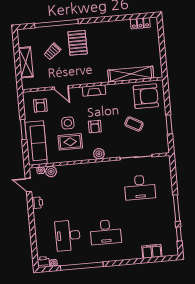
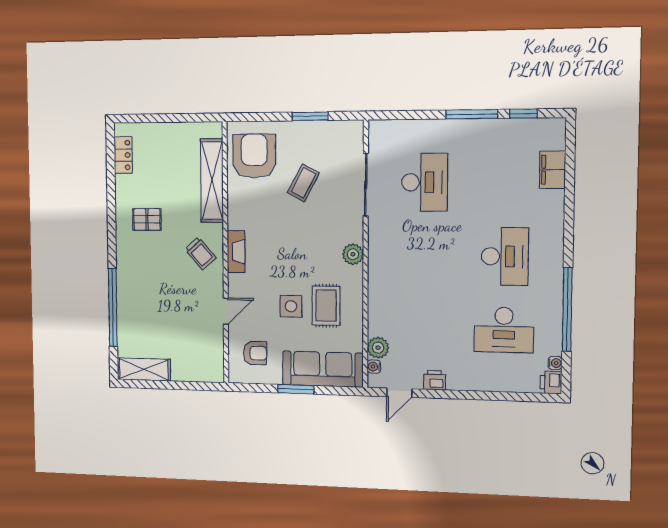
pallet: (78, 43) -> (147, 219), moved, width x0.67, depth x0.71
trolley: (52, 52) -> (200, 253), moved
shelving: (26, 62) -> (144, 369), moved
armchair: (95, 127) -> (302, 257), removed

